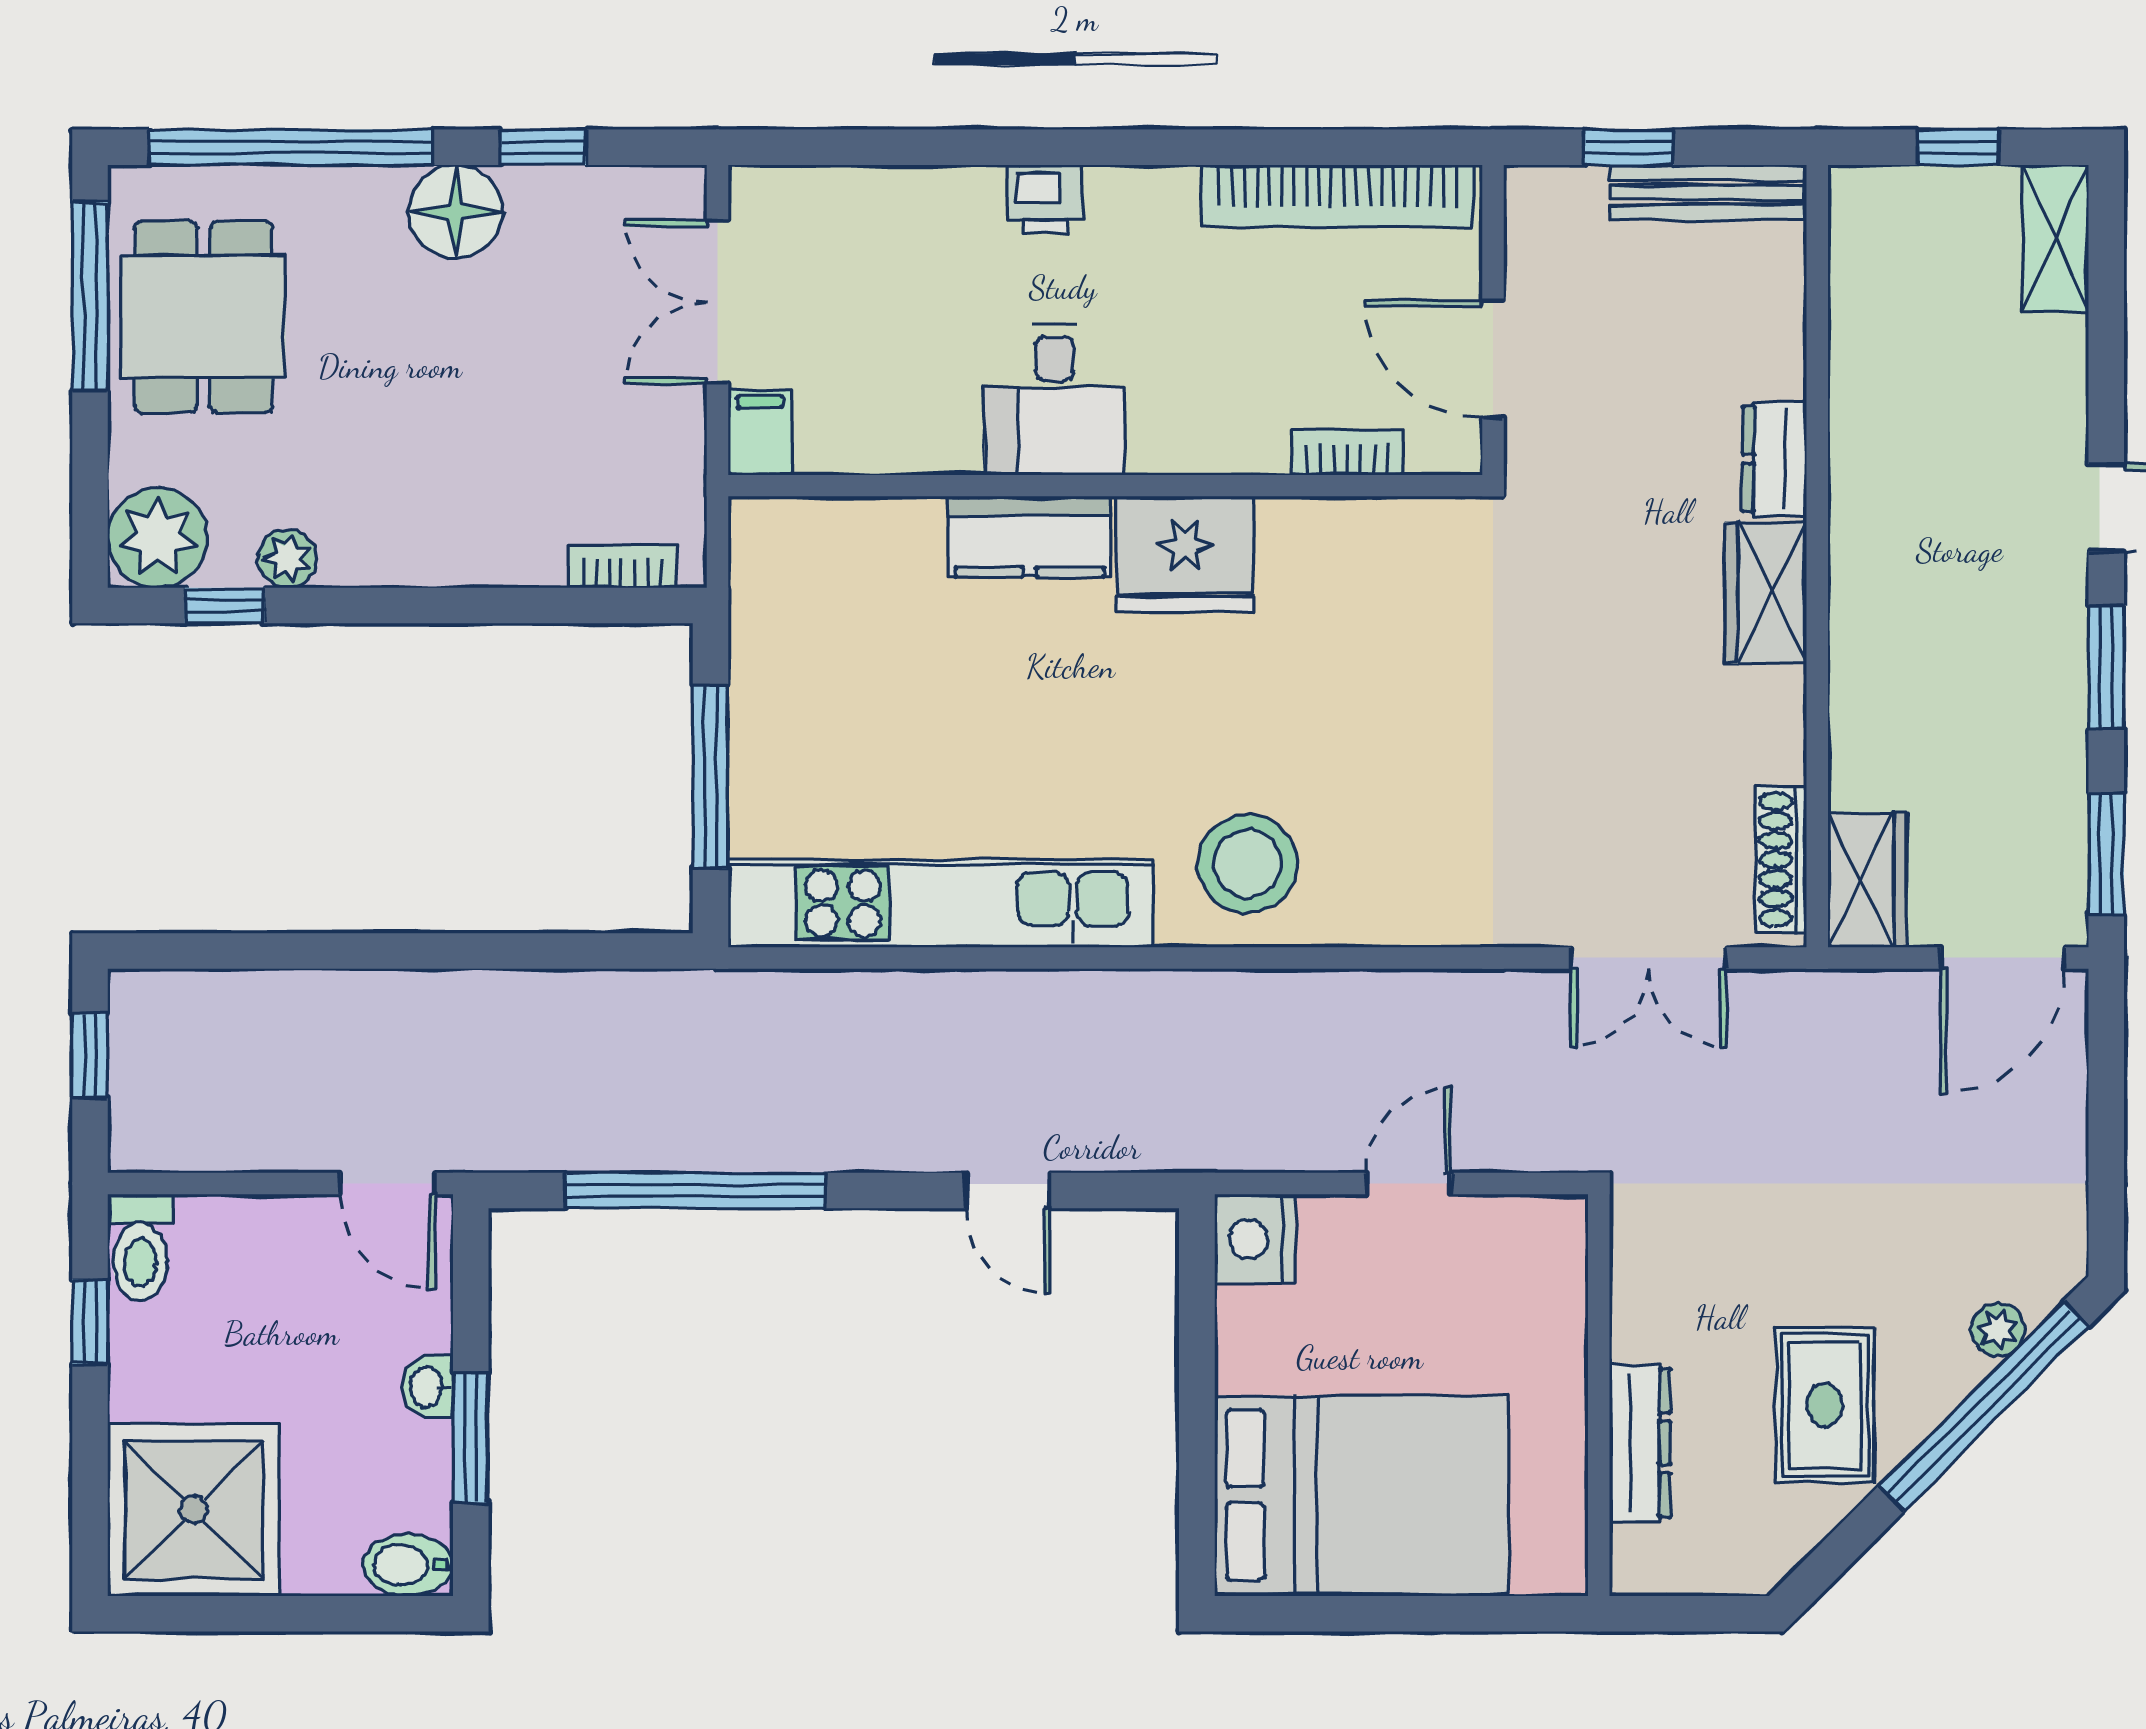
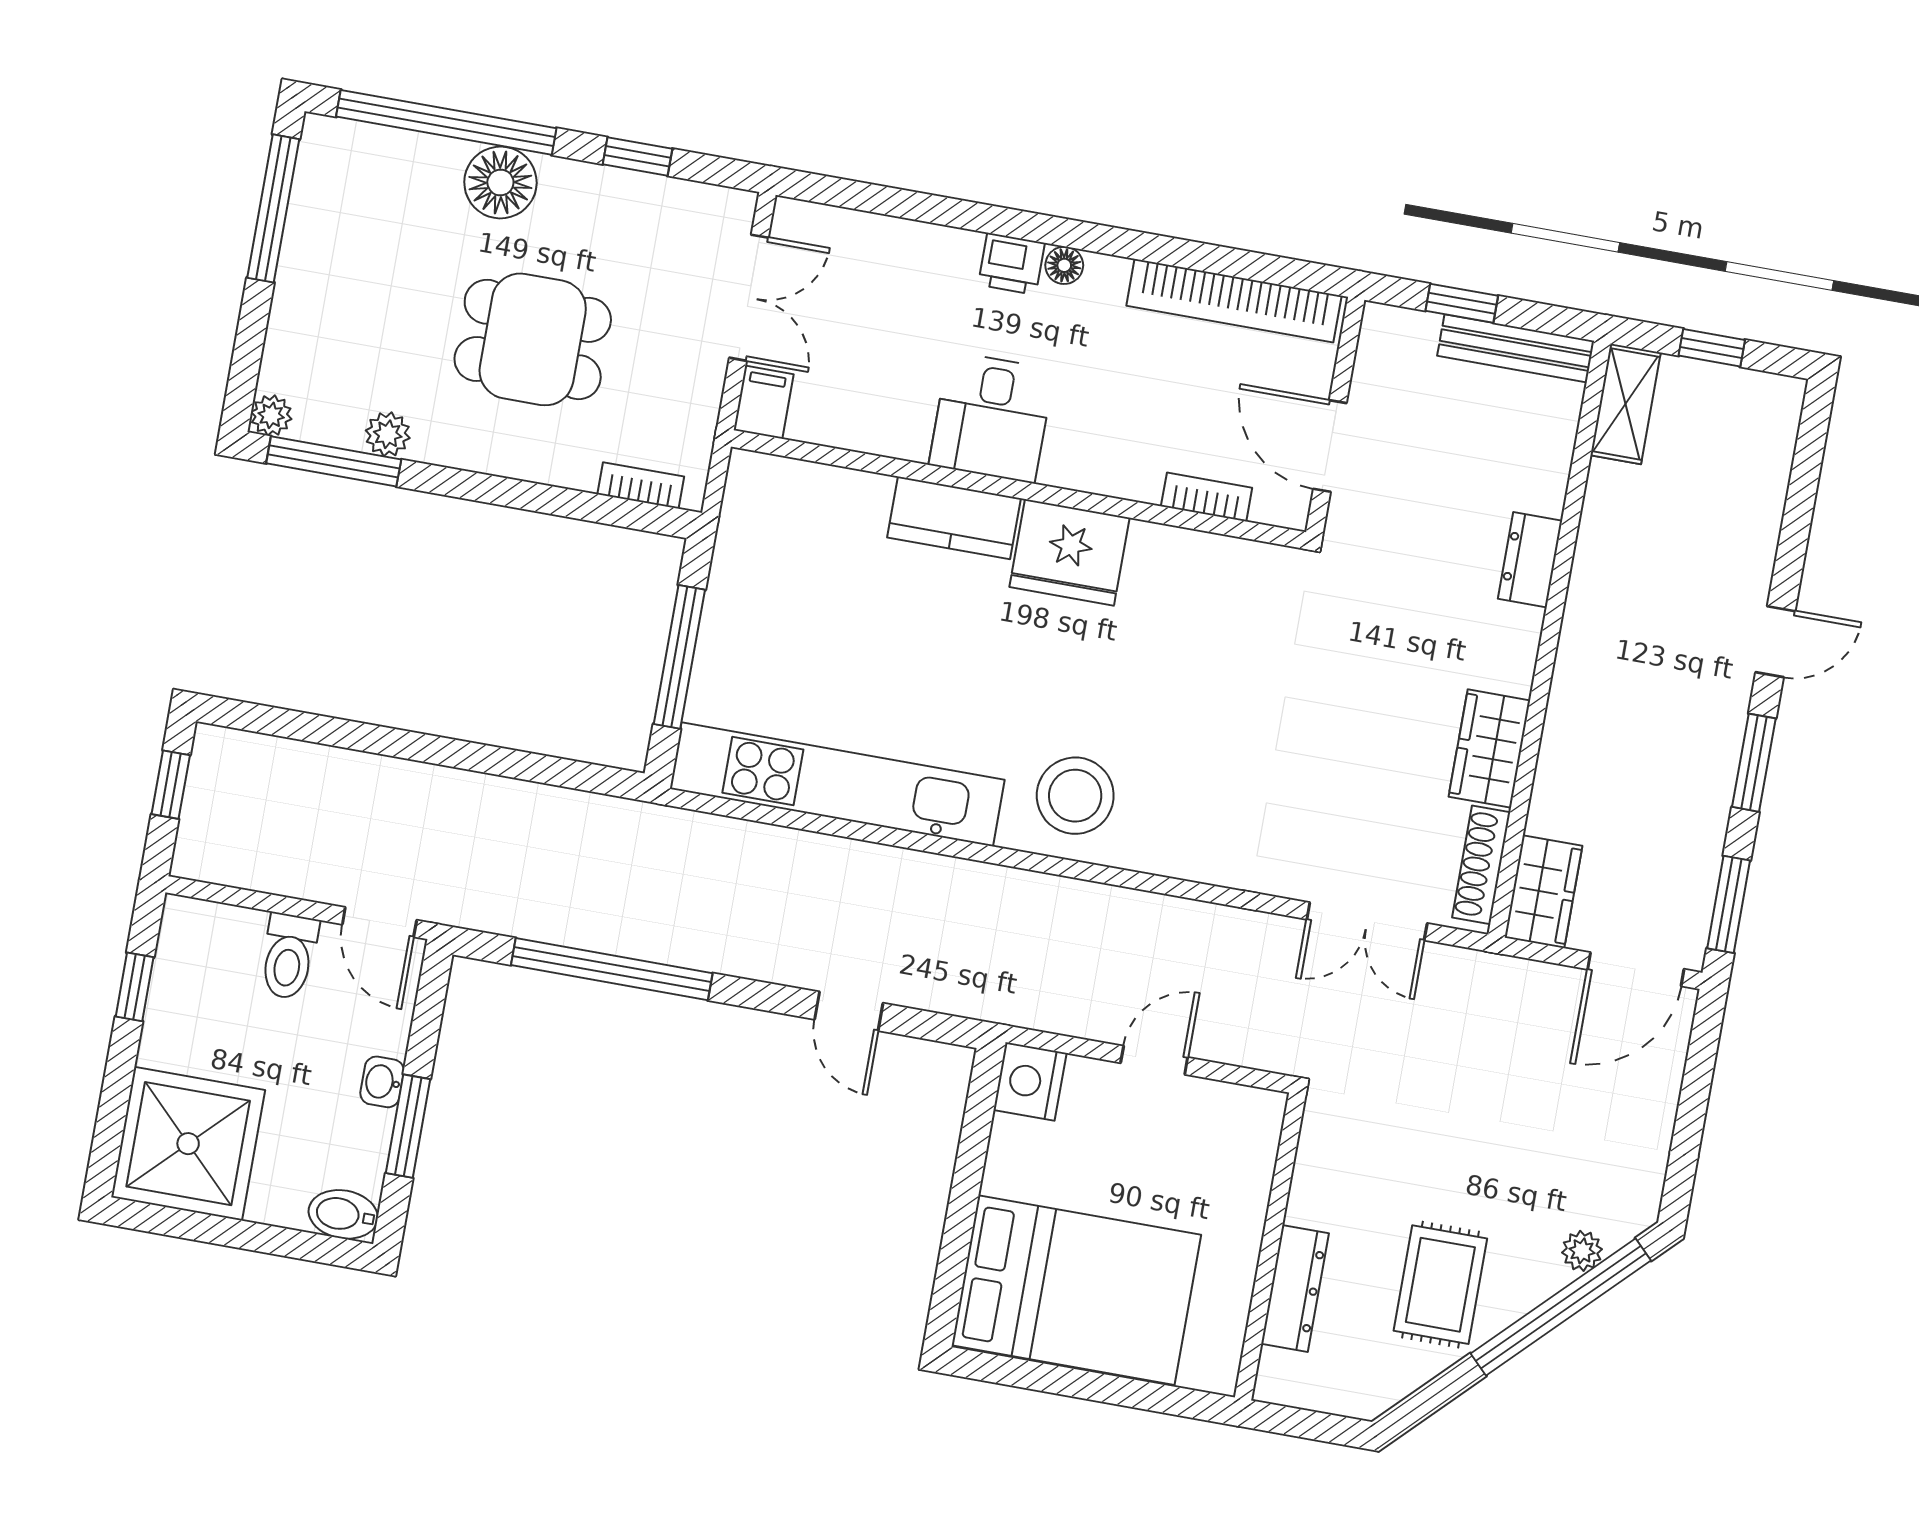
floor lamp: (1113, 189) -> (1064, 265), added
floor lamp: (456, 212) -> (500, 182), moved
shelving: (2056, 238) -> (1626, 404), moved
double door: (717, 302) -> (749, 298), swing flipped
dining table: (204, 317) -> (533, 339), moved, turned 90
plant: (158, 538) -> (271, 415), width x0.53, depth x0.53
wardrobe: (1766, 593) -> (1489, 749), moved
window: (225, 605) -> (334, 461), width x2.17
toilet: (140, 1248) -> (289, 956), moved

